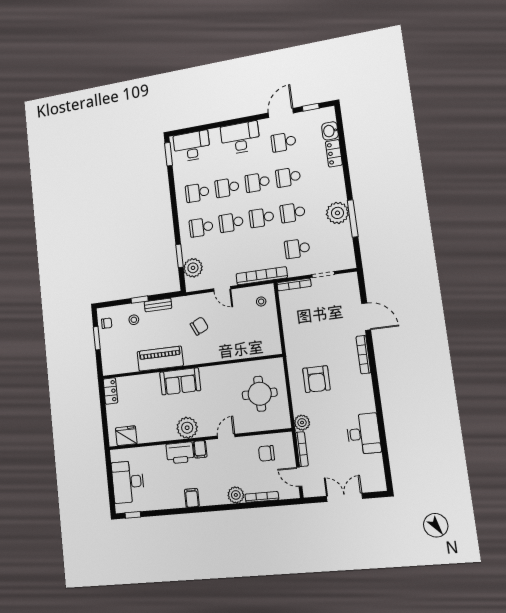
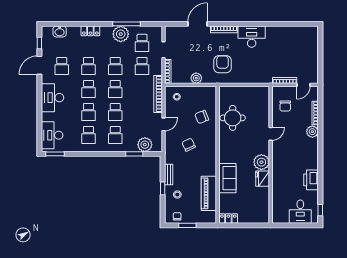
door: (281, 113) -> (39, 65), hinge flipped
locker: (334, 153) -> (90, 31), moved
school desk: (329, 244) -> (142, 43), added
chair: (238, 339) -> (202, 117), added
piano: (160, 359) -> (209, 193), moved
armchair: (316, 379) -> (223, 64), moved, turned -90
sofa: (180, 381) -> (227, 178), moved
round table: (260, 394) -> (233, 118), moved
plant: (302, 423) -> (196, 78), moved
desk: (363, 434) -> (252, 37), moved
fridge: (126, 436) -> (263, 179), moved
door: (226, 436) -> (271, 134), swing flipped
filing cabinet: (200, 449) -> (278, 154), removed
printer: (180, 453) -> (311, 180), moved, turned 180
desk: (128, 482) -> (300, 212), width x0.73
double door: (344, 497) -> (320, 55), removed
filing cabinet: (192, 498) -> (312, 164), removed

